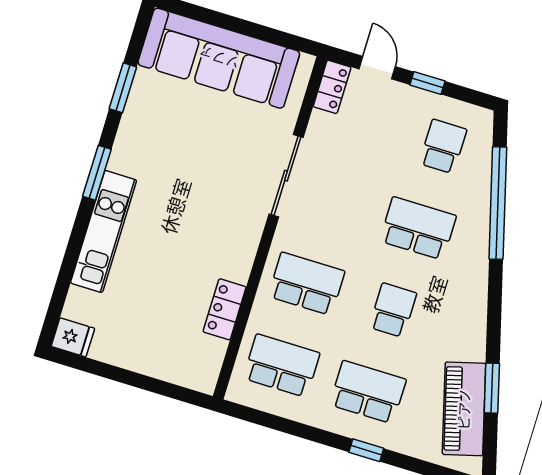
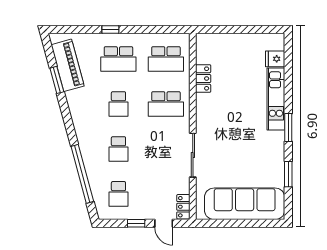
school desk: (418, 228) -> (118, 149), width x0.54
fridge: (73, 337) -> (275, 59), moved

